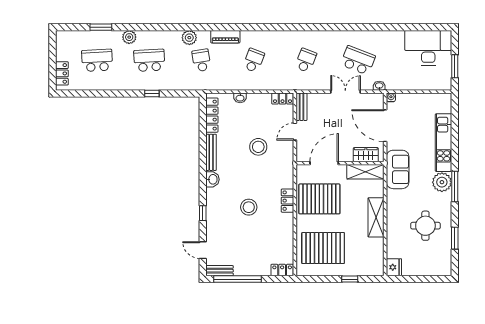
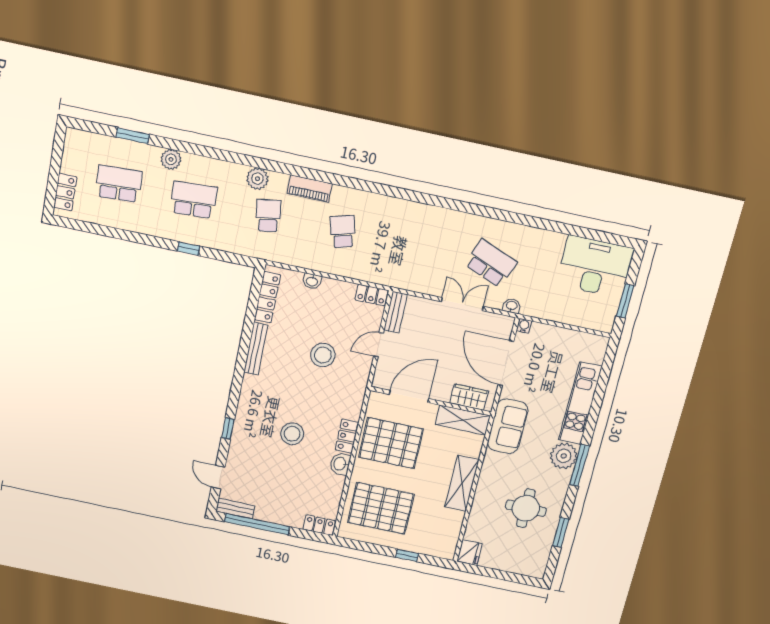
school desk: (254, 60) -> (343, 232), turned -36
school desk: (306, 60) -> (417, 247), removed
washbasin: (213, 179) -> (340, 464), moved, turned 180

